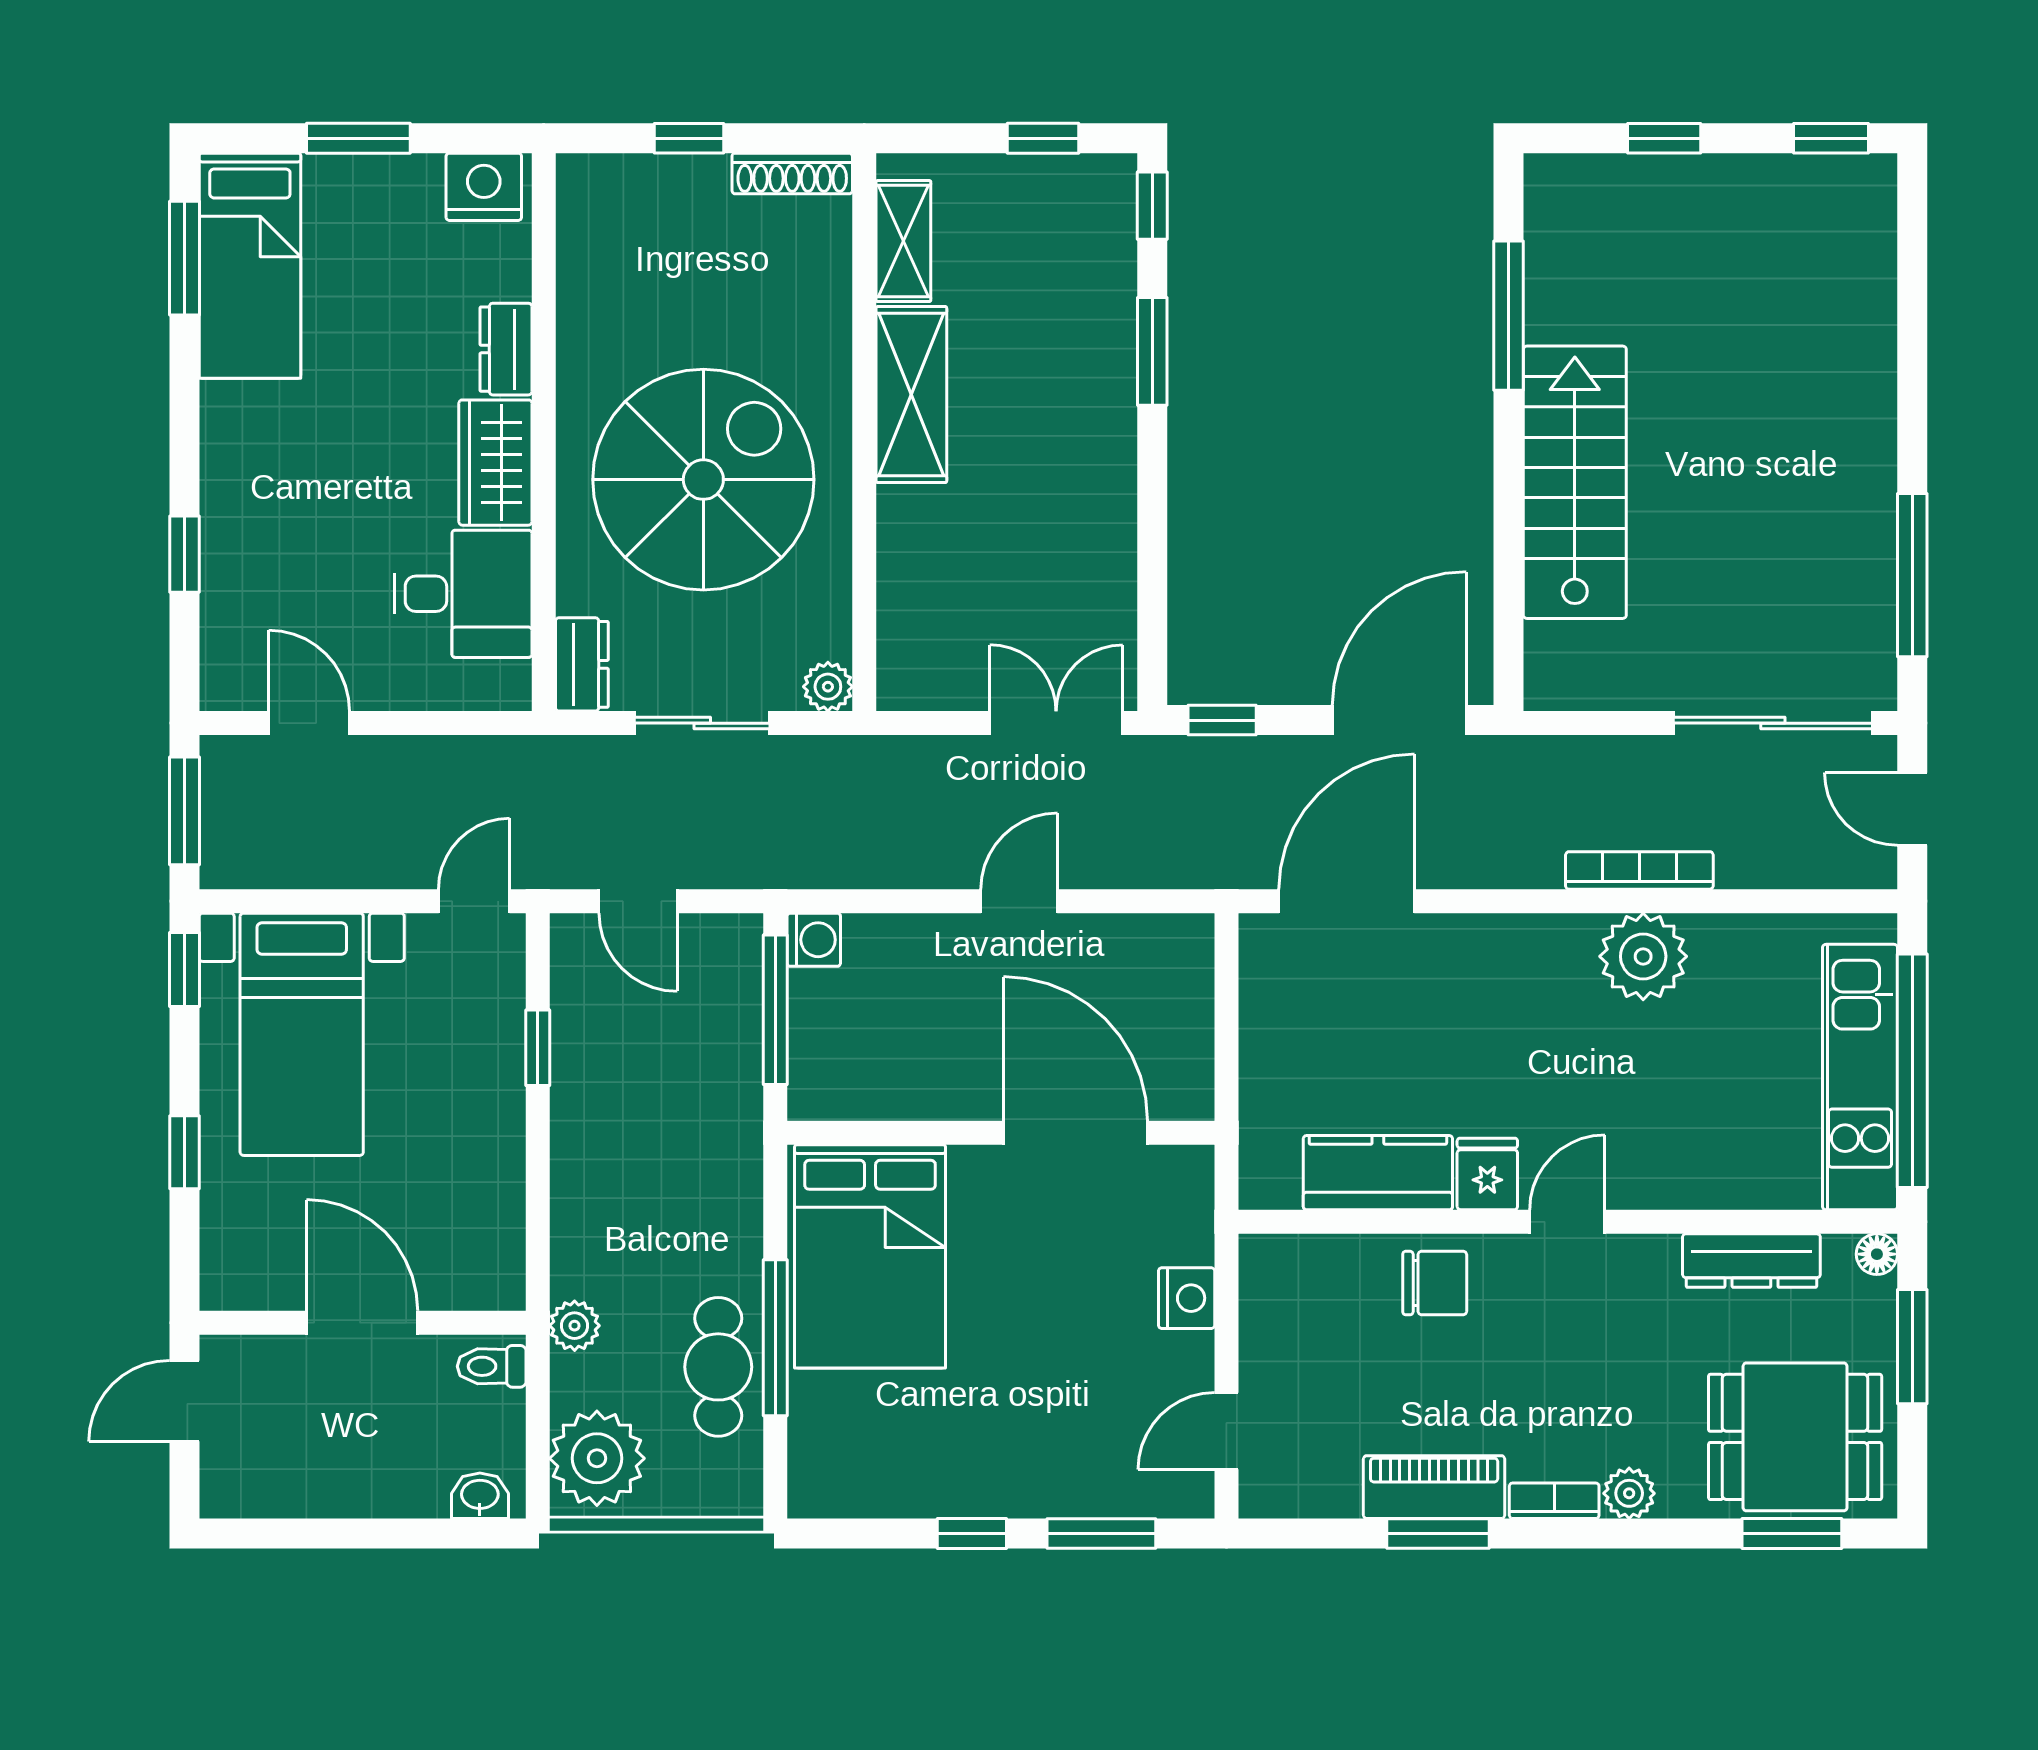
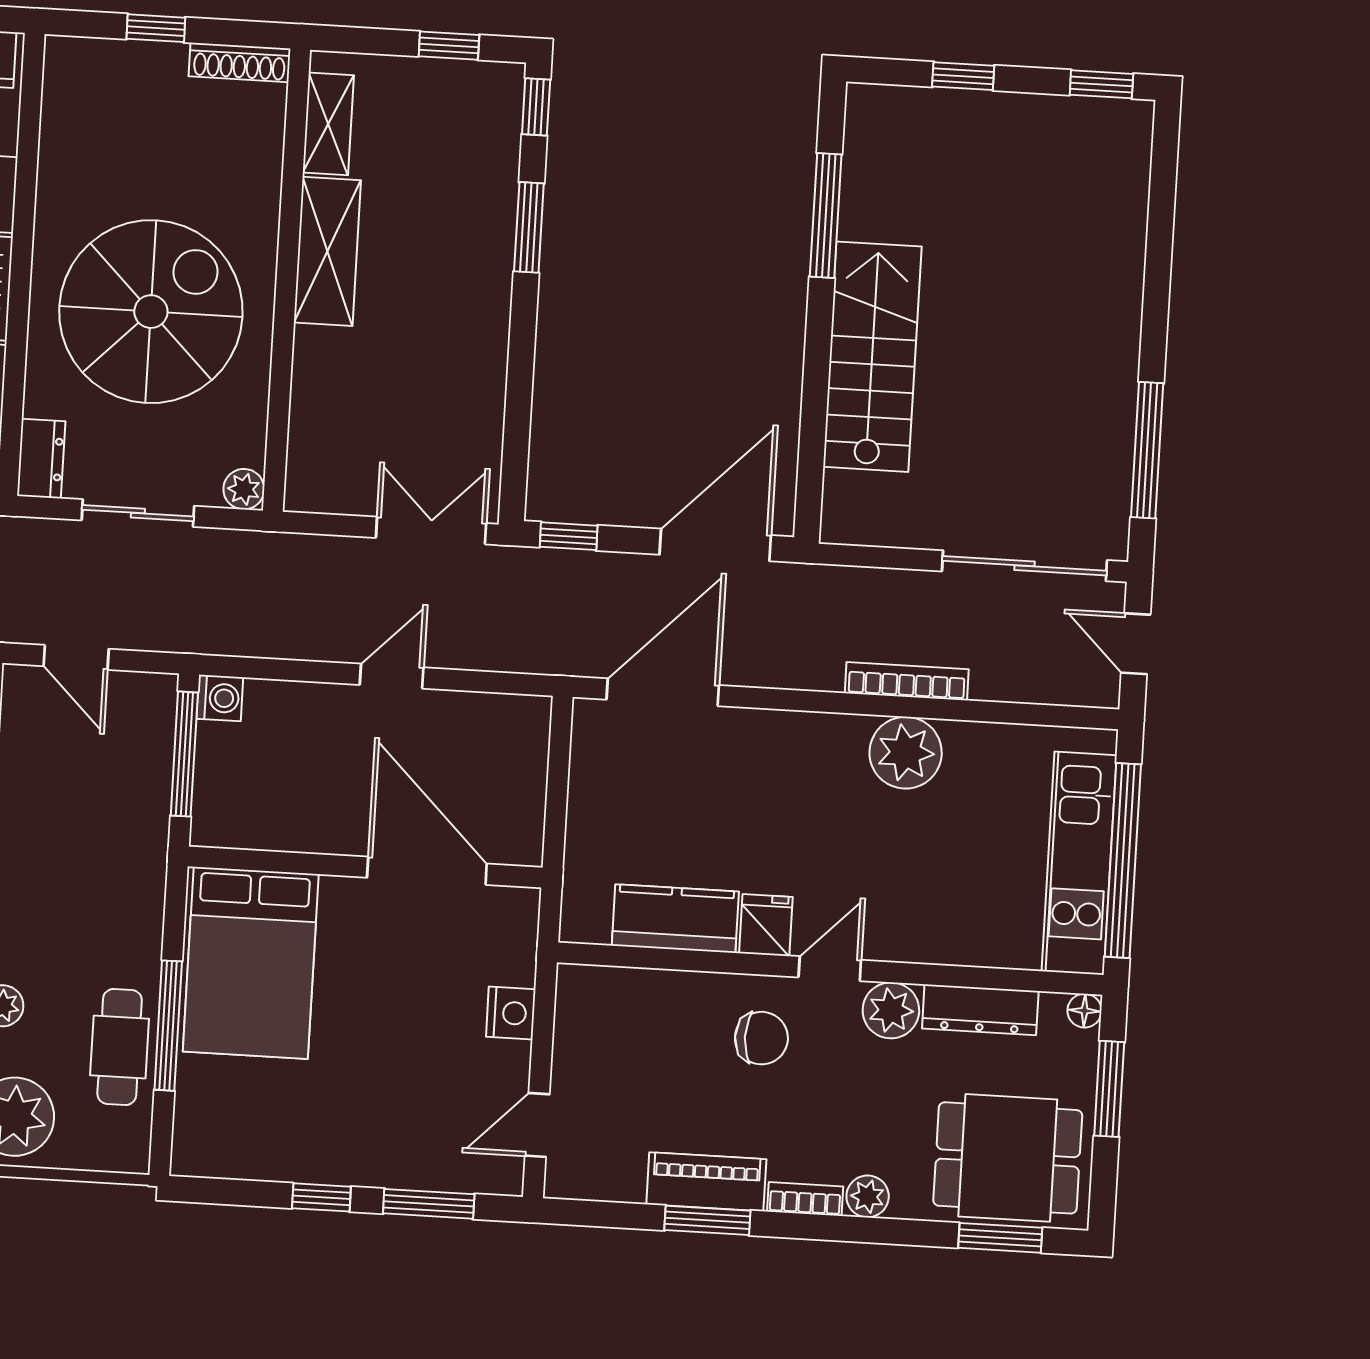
plant: (1644, 1268) -> (891, 1010), added
chair: (1435, 1283) -> (761, 1038), moved

